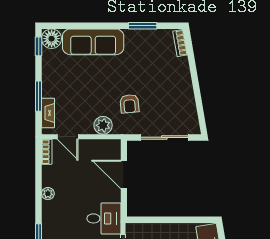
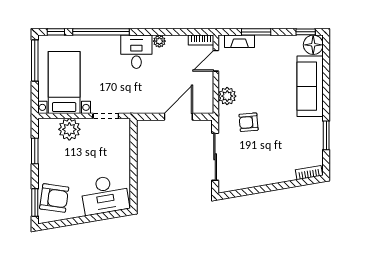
desk: (104, 218) -> (136, 52), moved, turned 180

